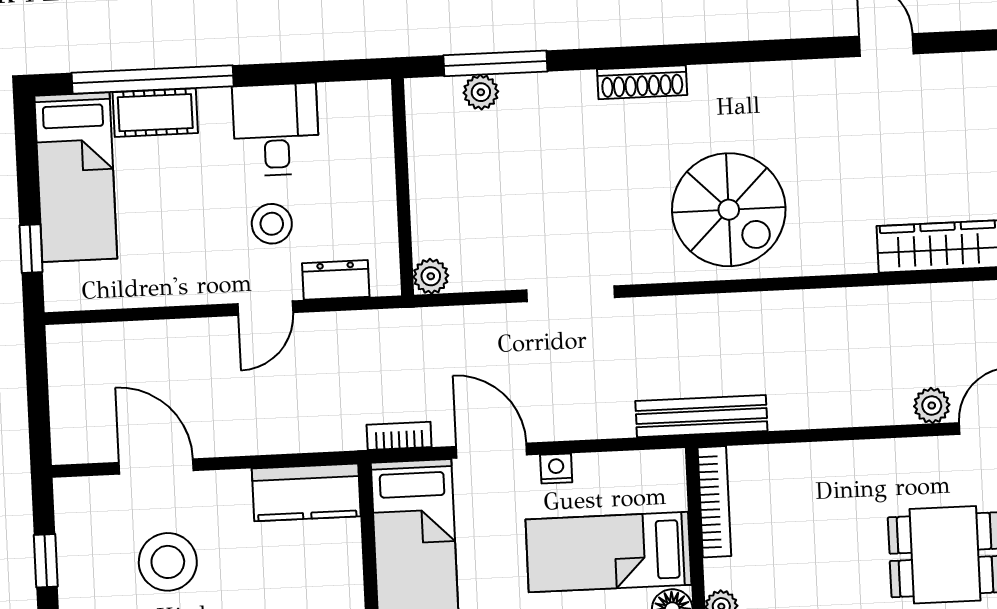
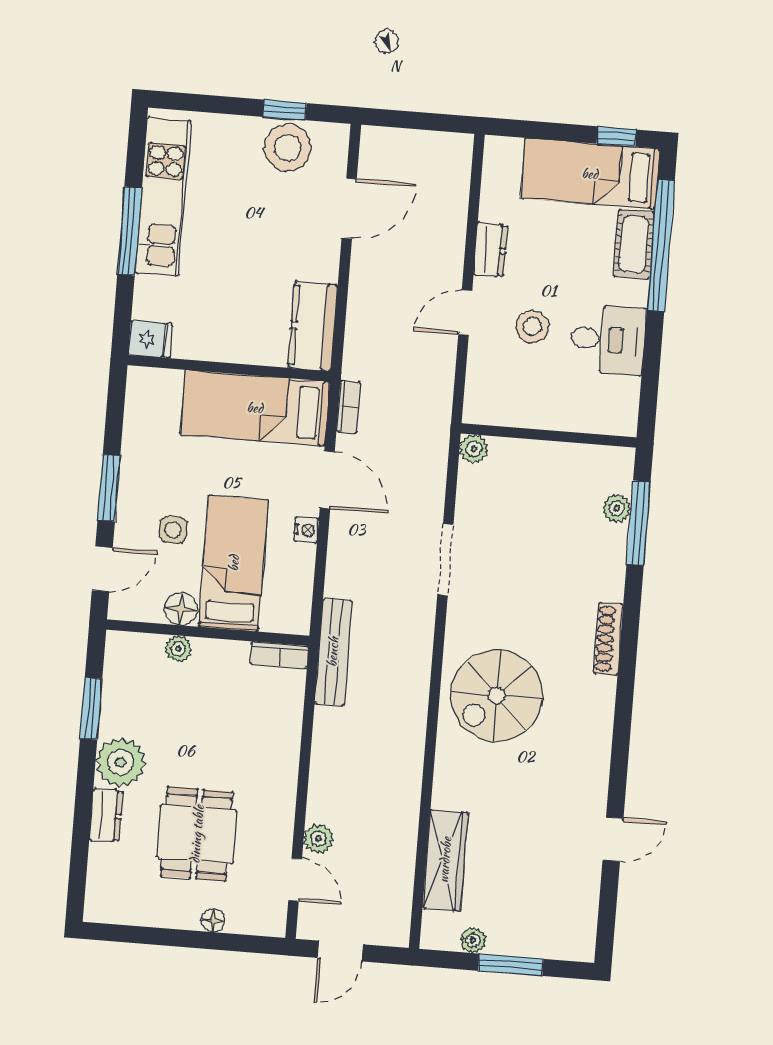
window: (31, 249) -> (617, 137), moved
dresser: (336, 280) -> (490, 250), moved
door: (265, 308) -> (465, 313), hinge flipped
door: (492, 451) -> (327, 480), hinge flipped
bookcase: (714, 502) -> (279, 655), width x0.64
stool: (168, 562) -> (288, 148), moved

